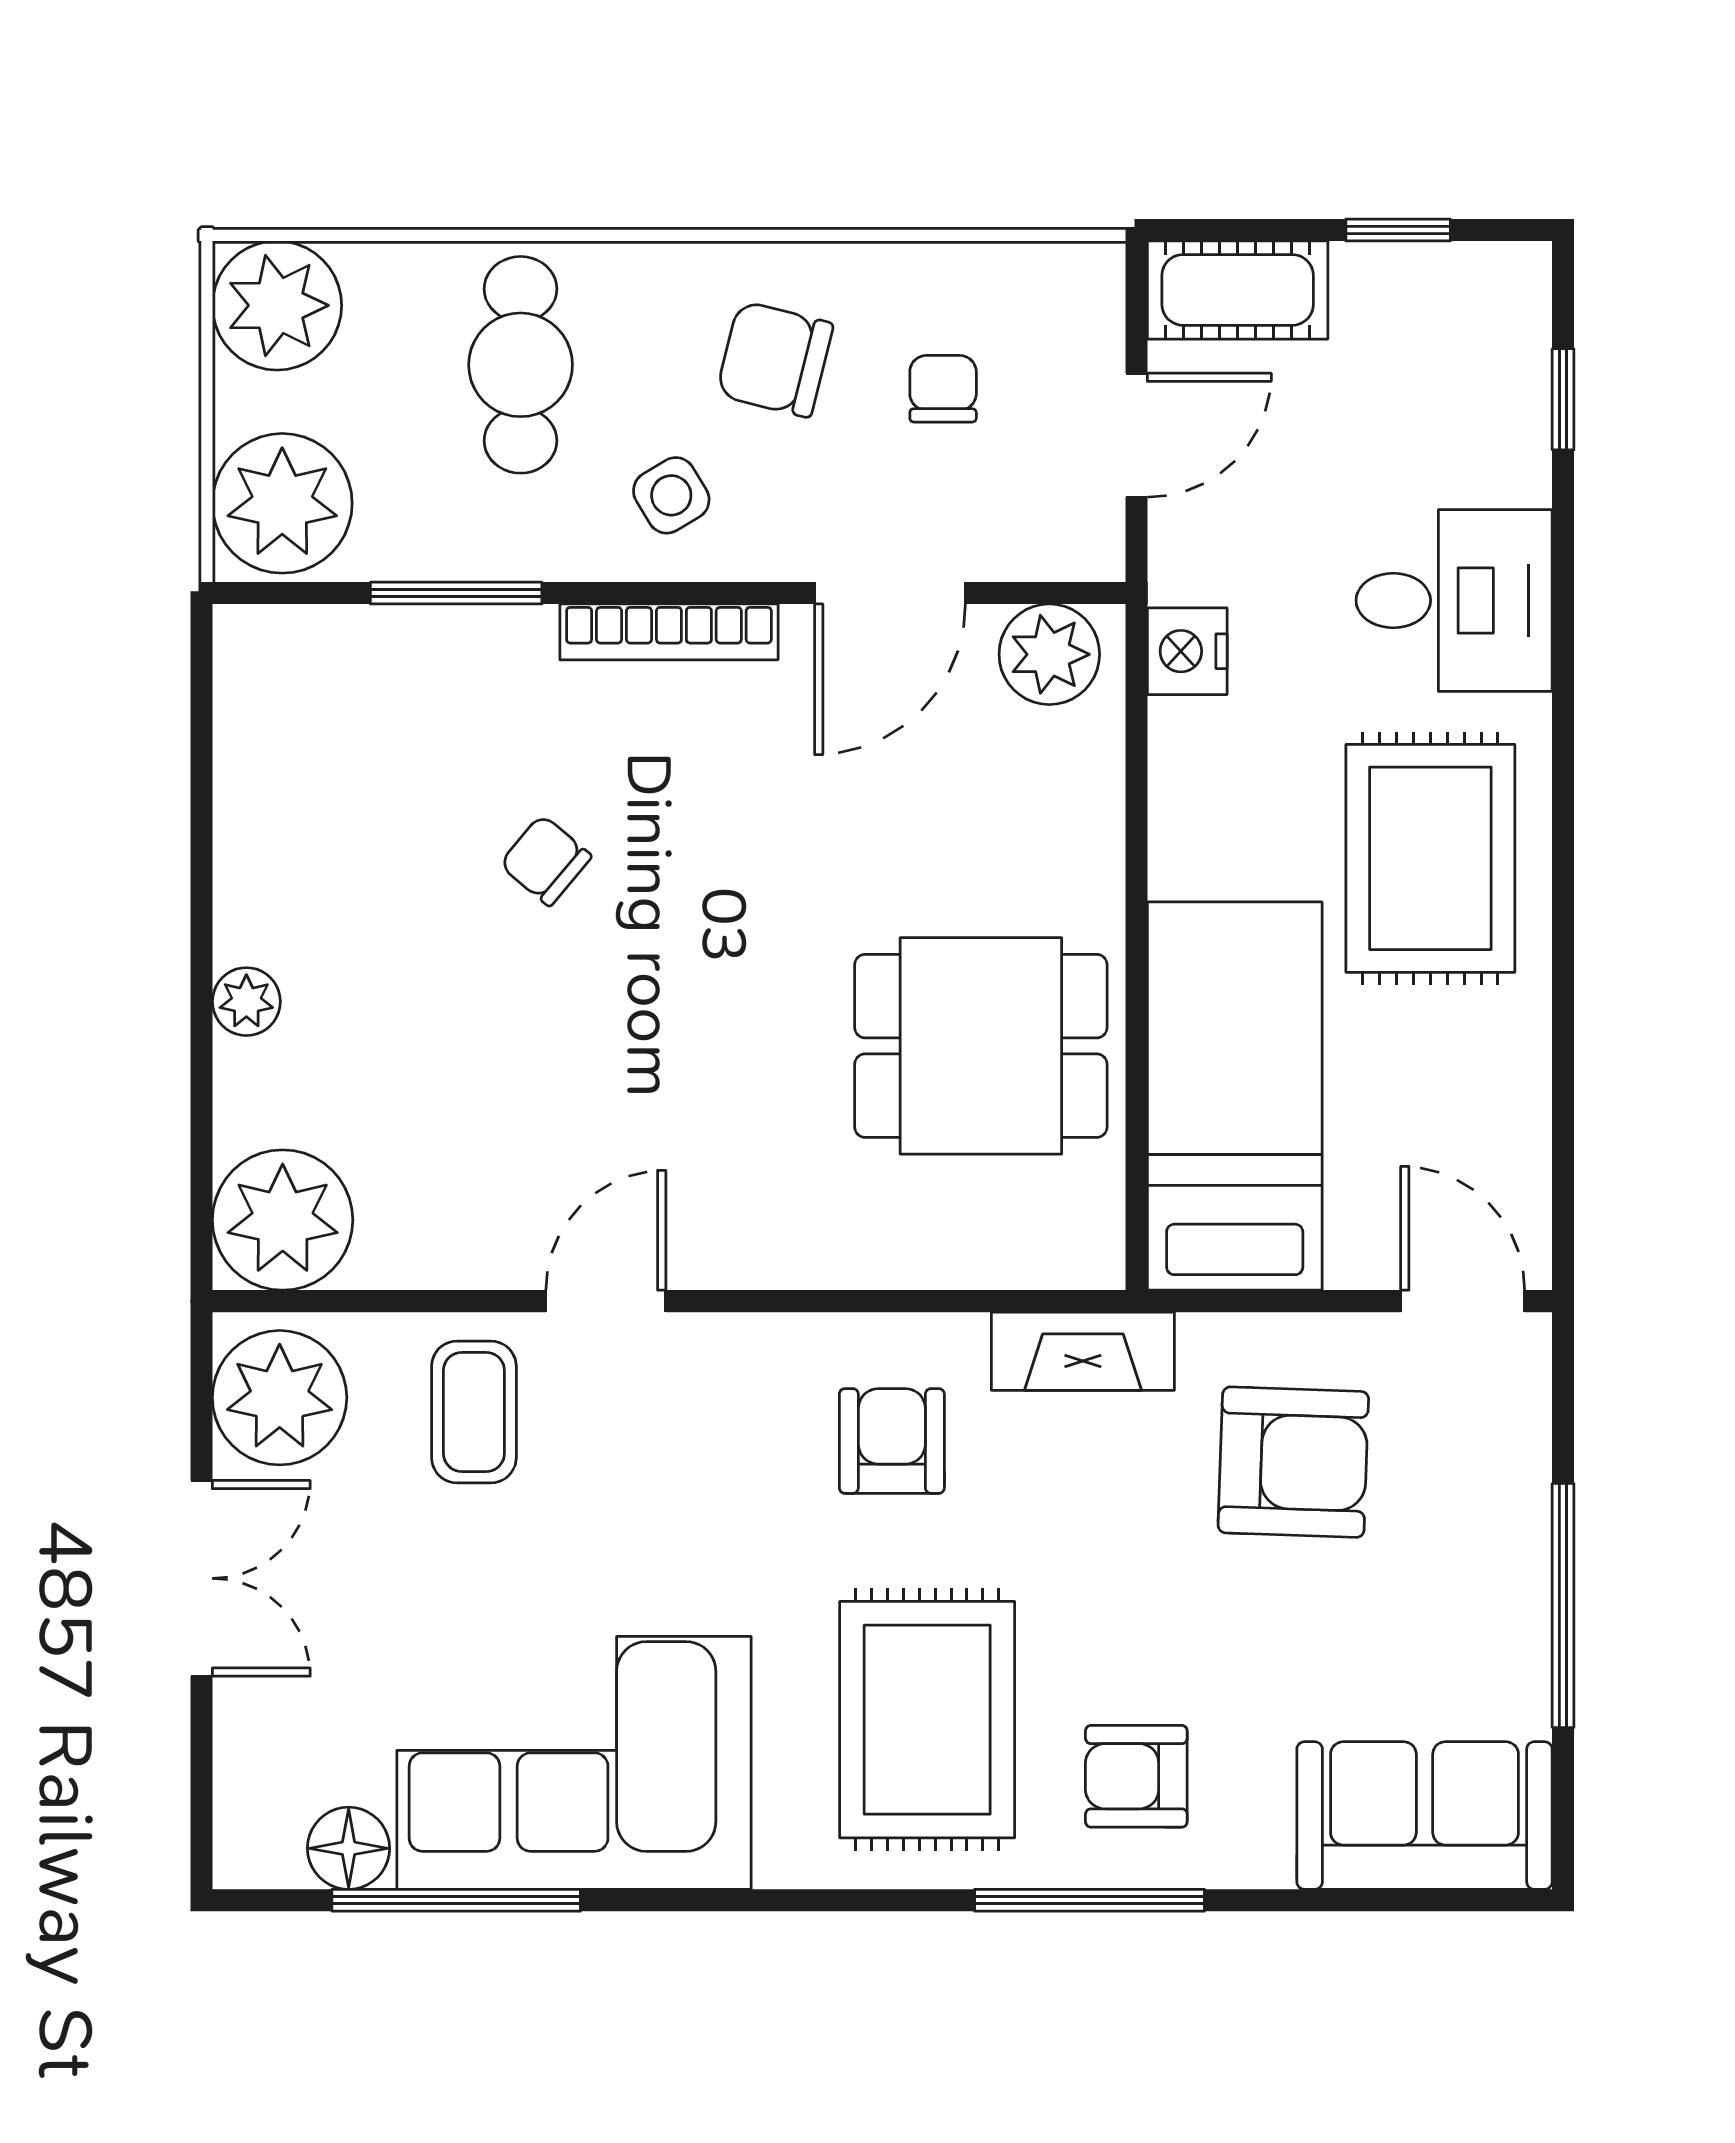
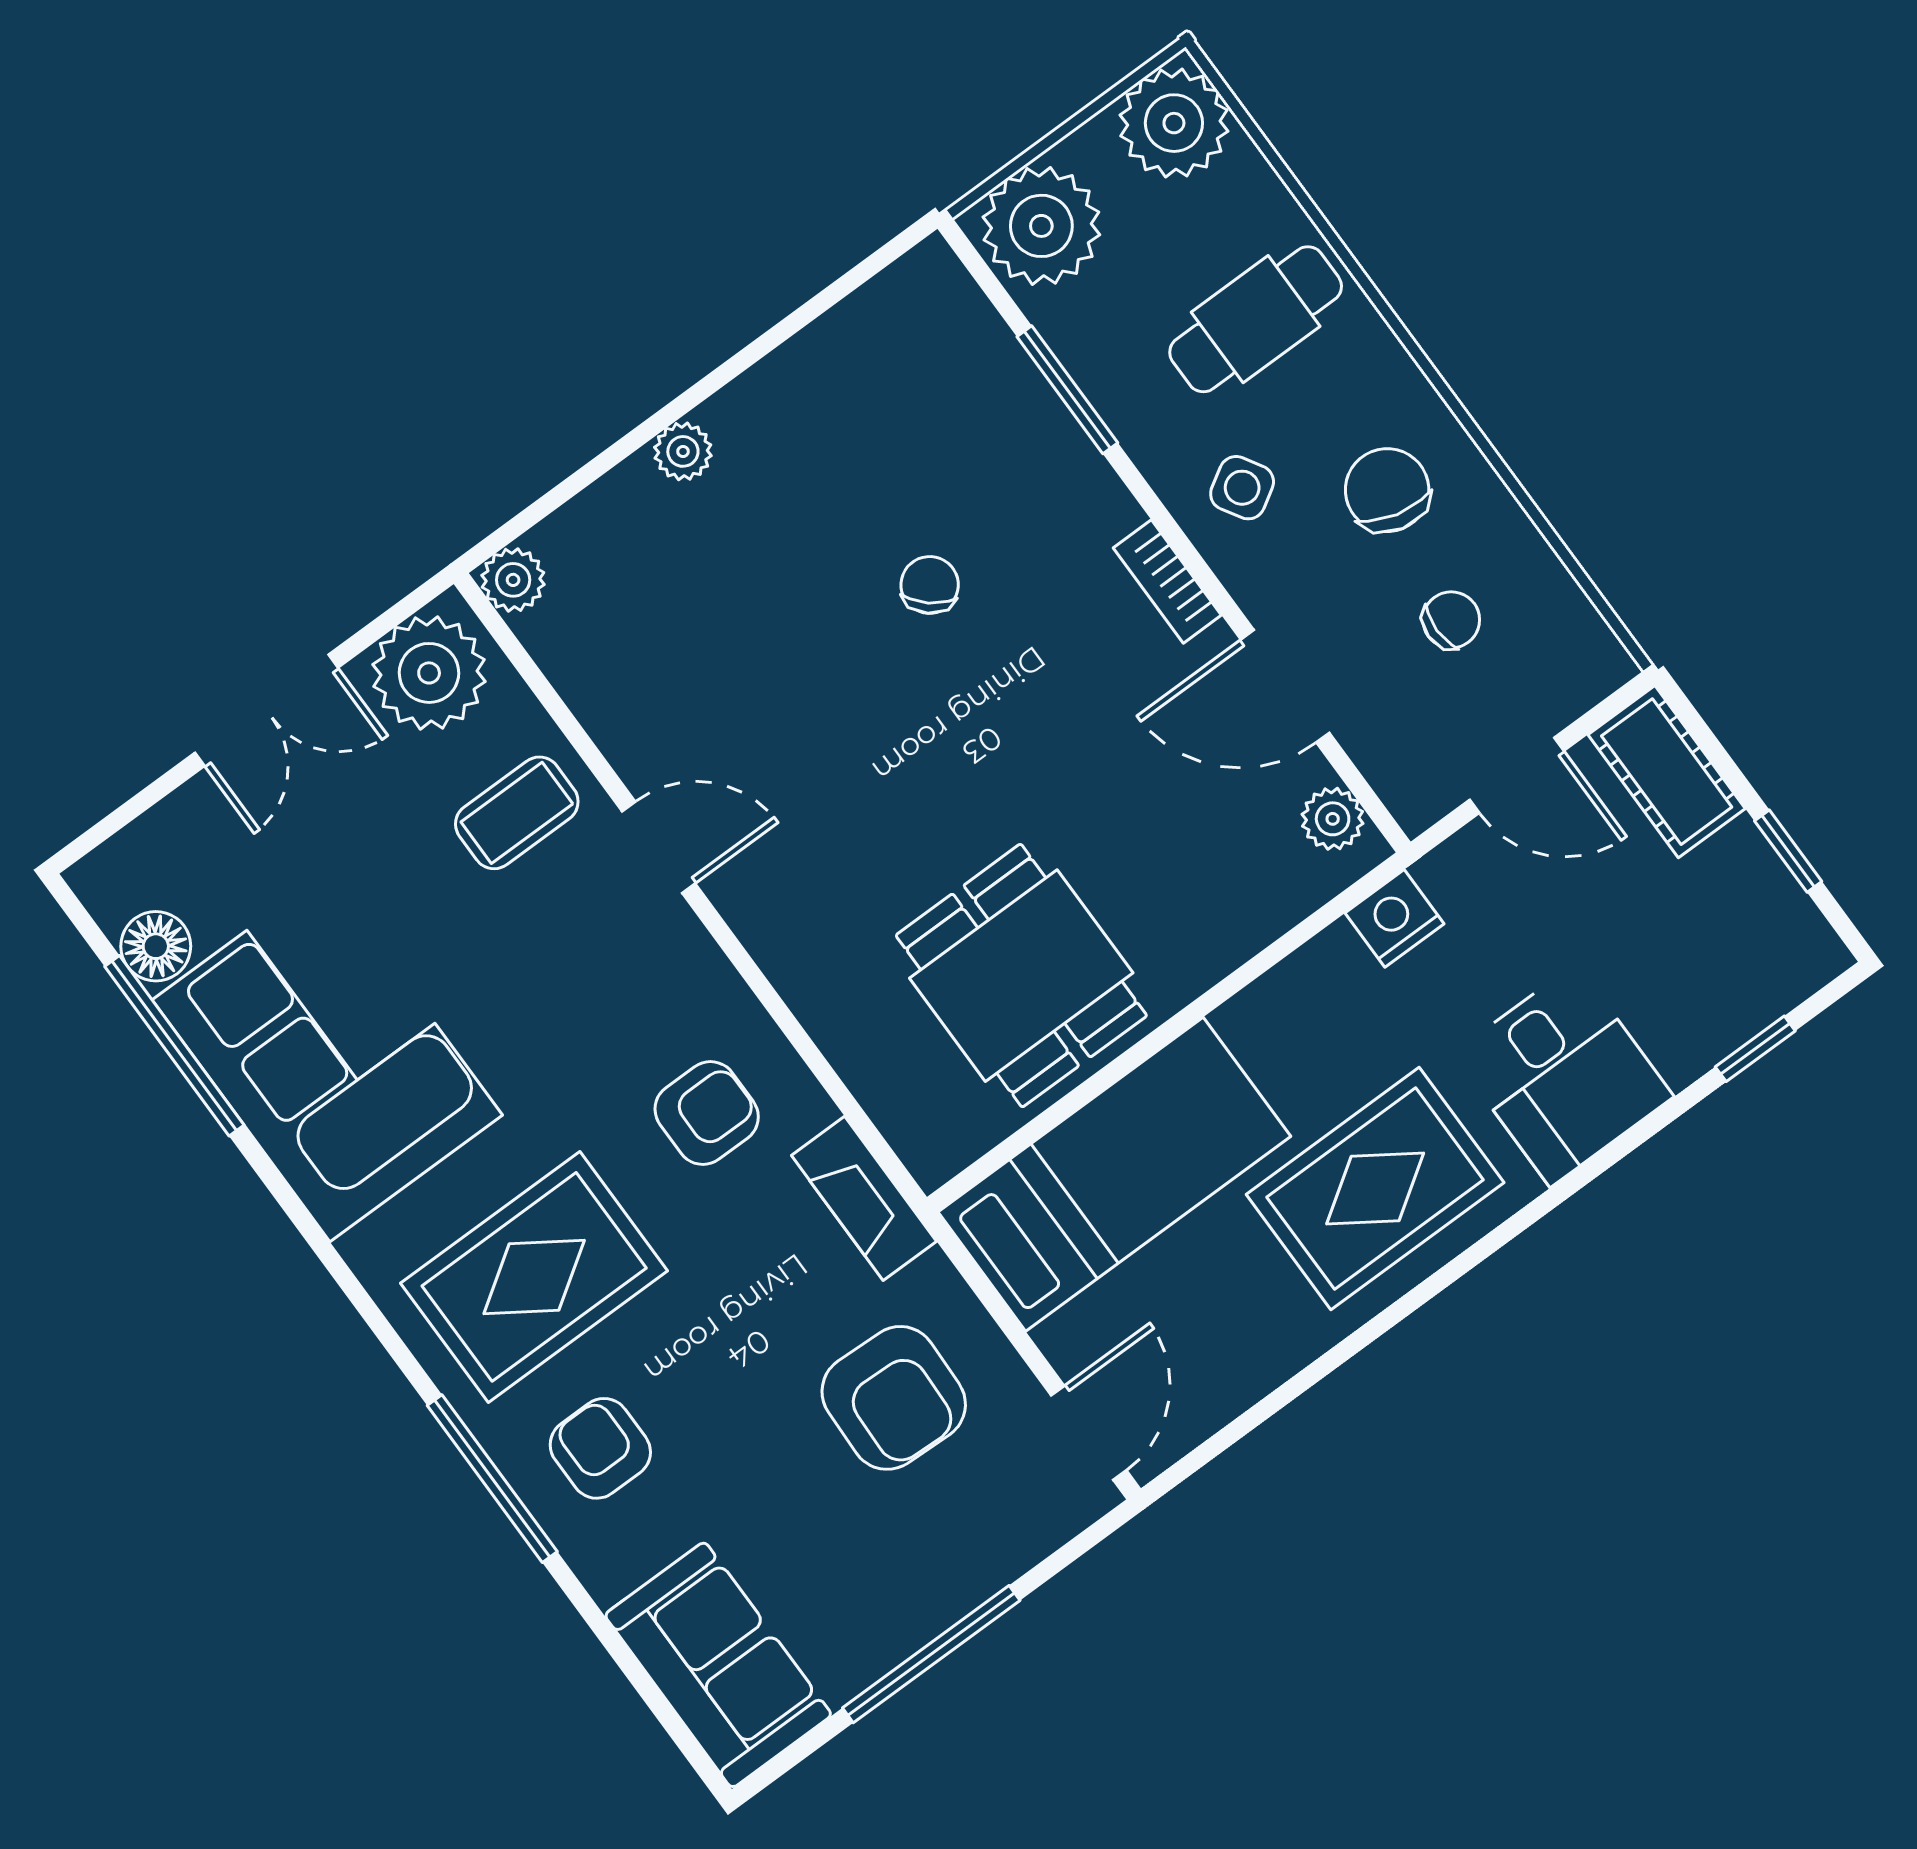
bookcase: (669, 632) -> (1167, 581), width x0.64
plant: (1049, 654) -> (1333, 819), width x0.73, depth x0.73
plant: (283, 1220) -> (513, 580), width x0.53, depth x0.53

